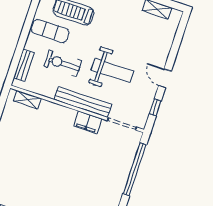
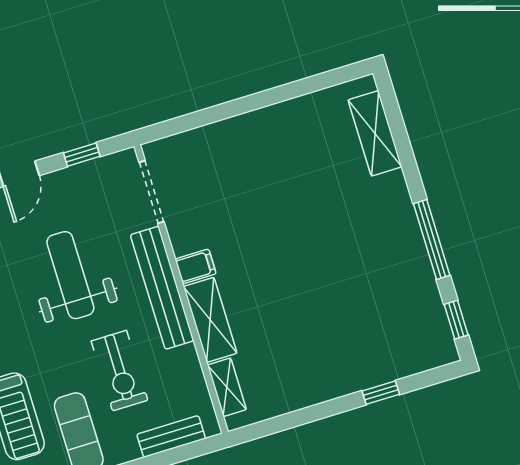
shelving: (58, 112) -> (210, 320), added
filing cabinet: (88, 122) -> (196, 266), width x0.50
window: (135, 169) -> (215, 114), removed

